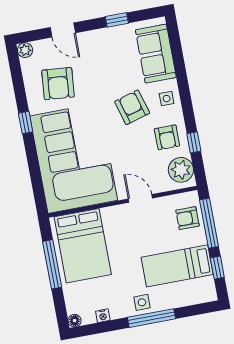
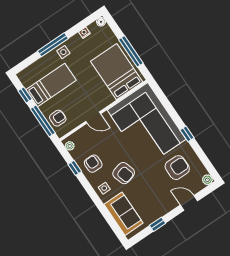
armchair: (58, 84) -> (177, 168), turned 85
plant: (181, 170) -> (70, 146), width x0.53, depth x0.53

